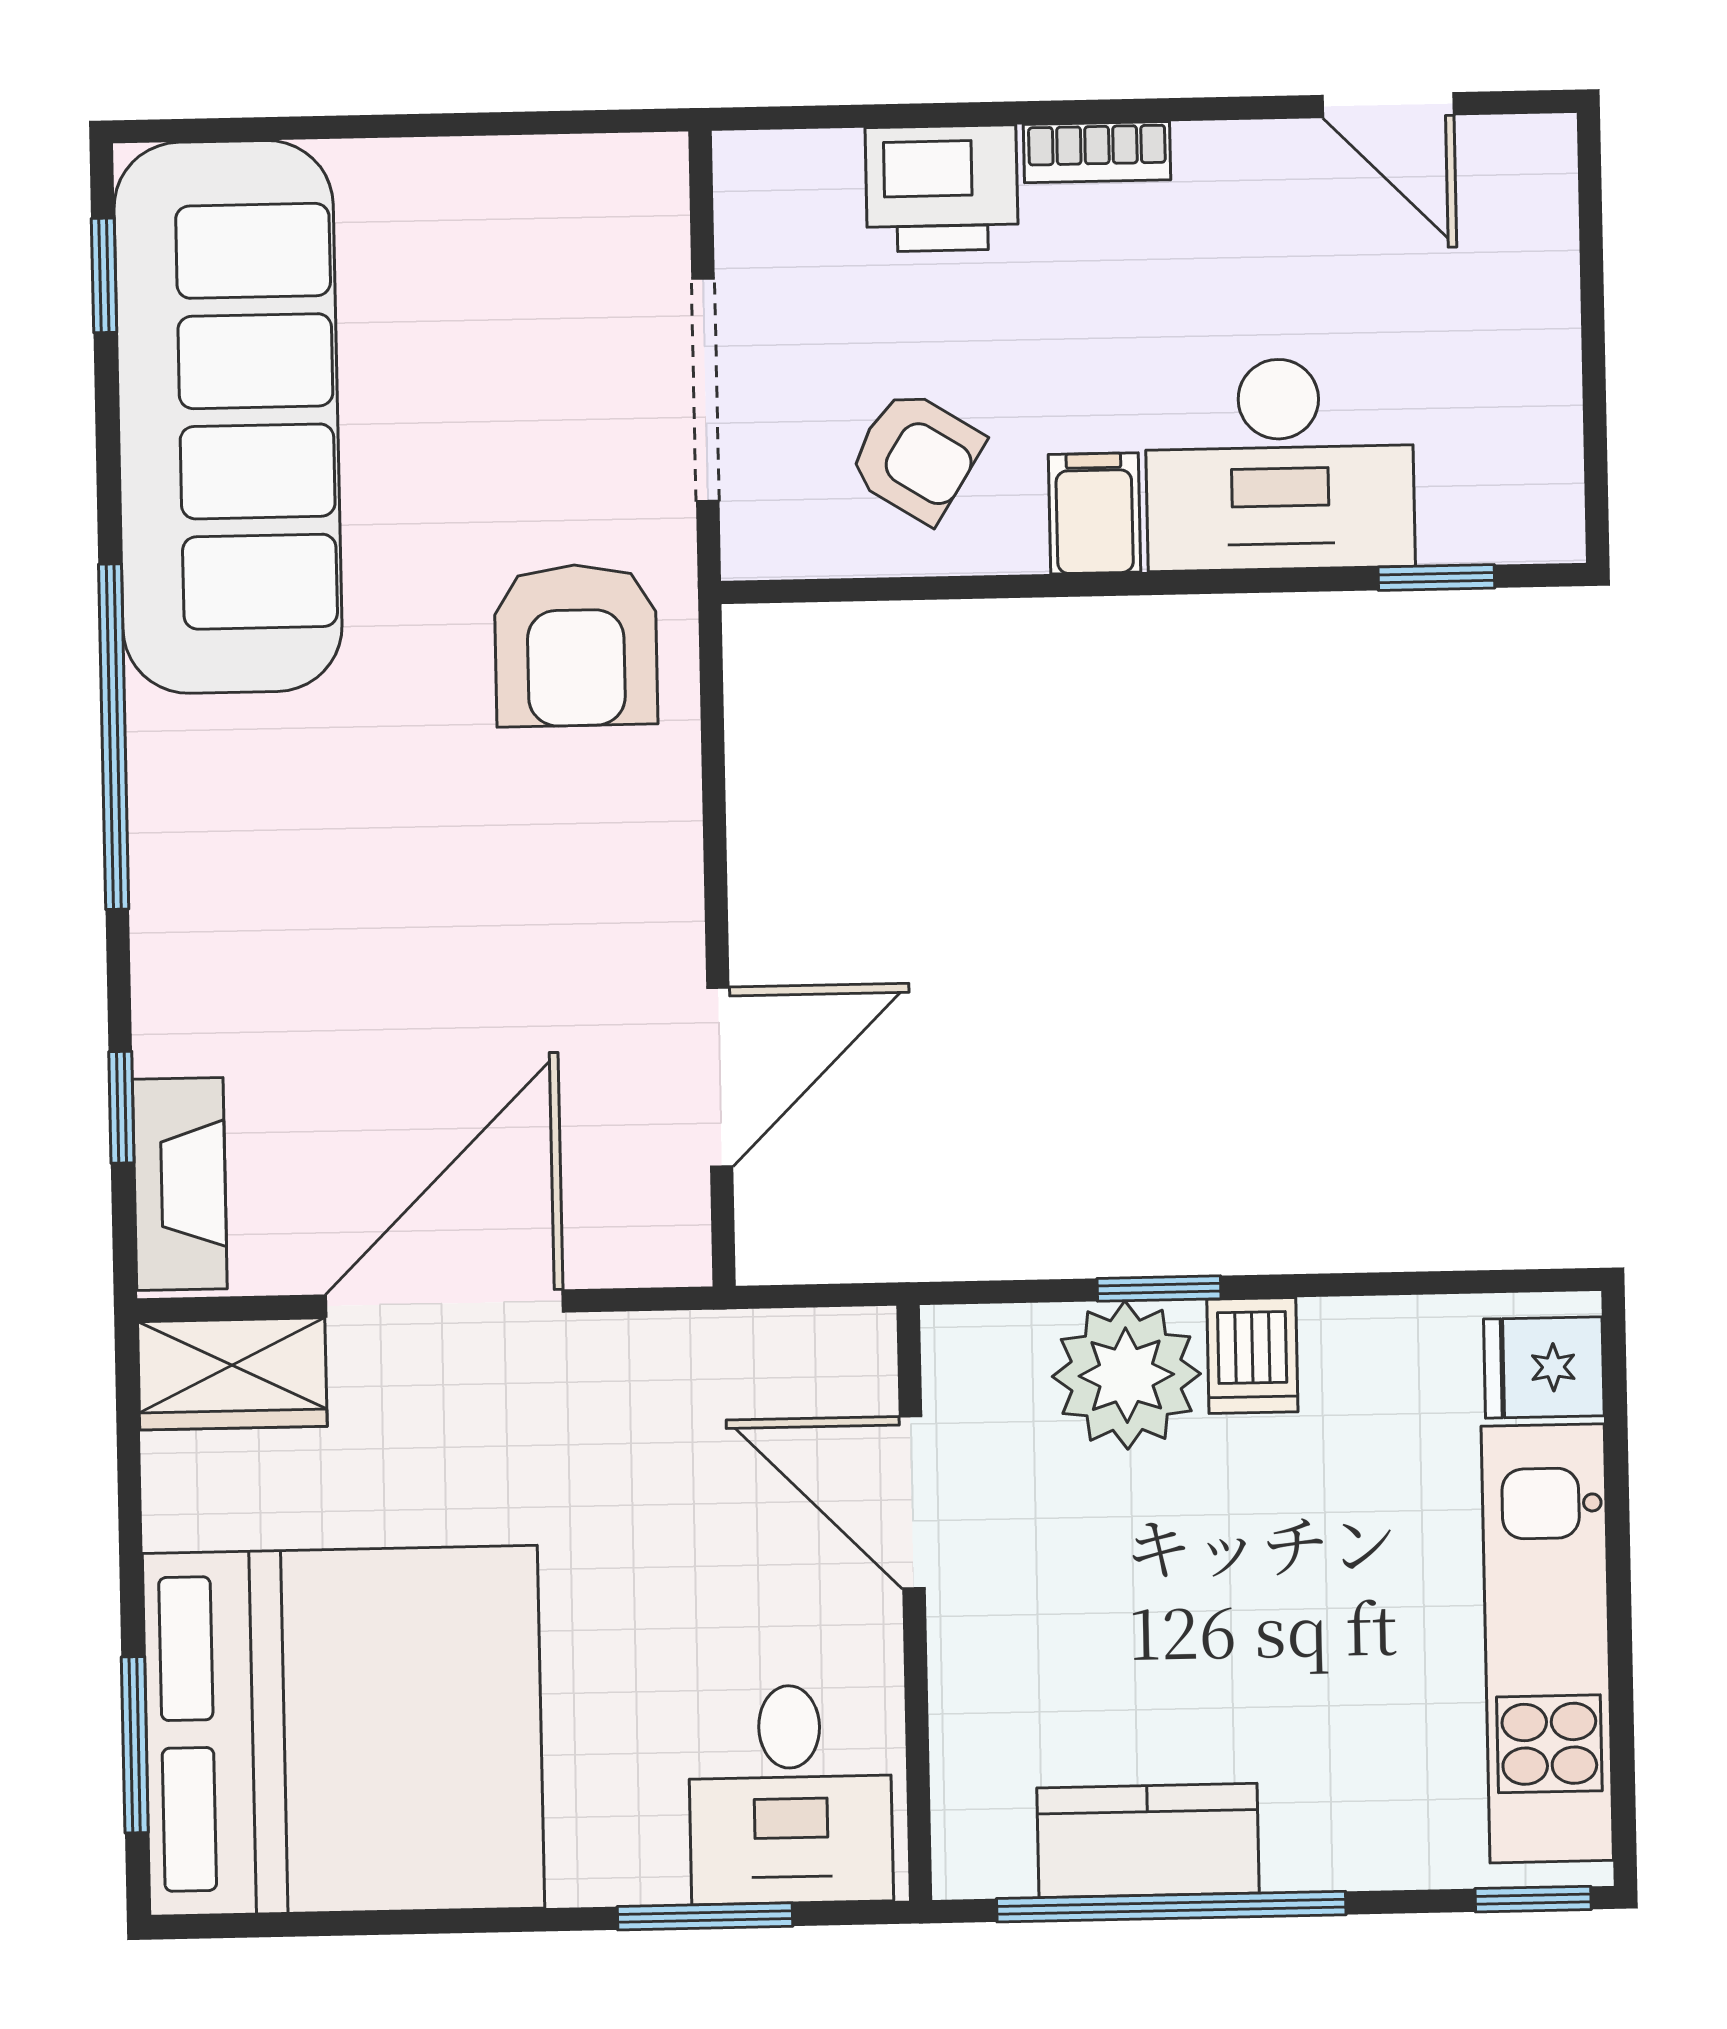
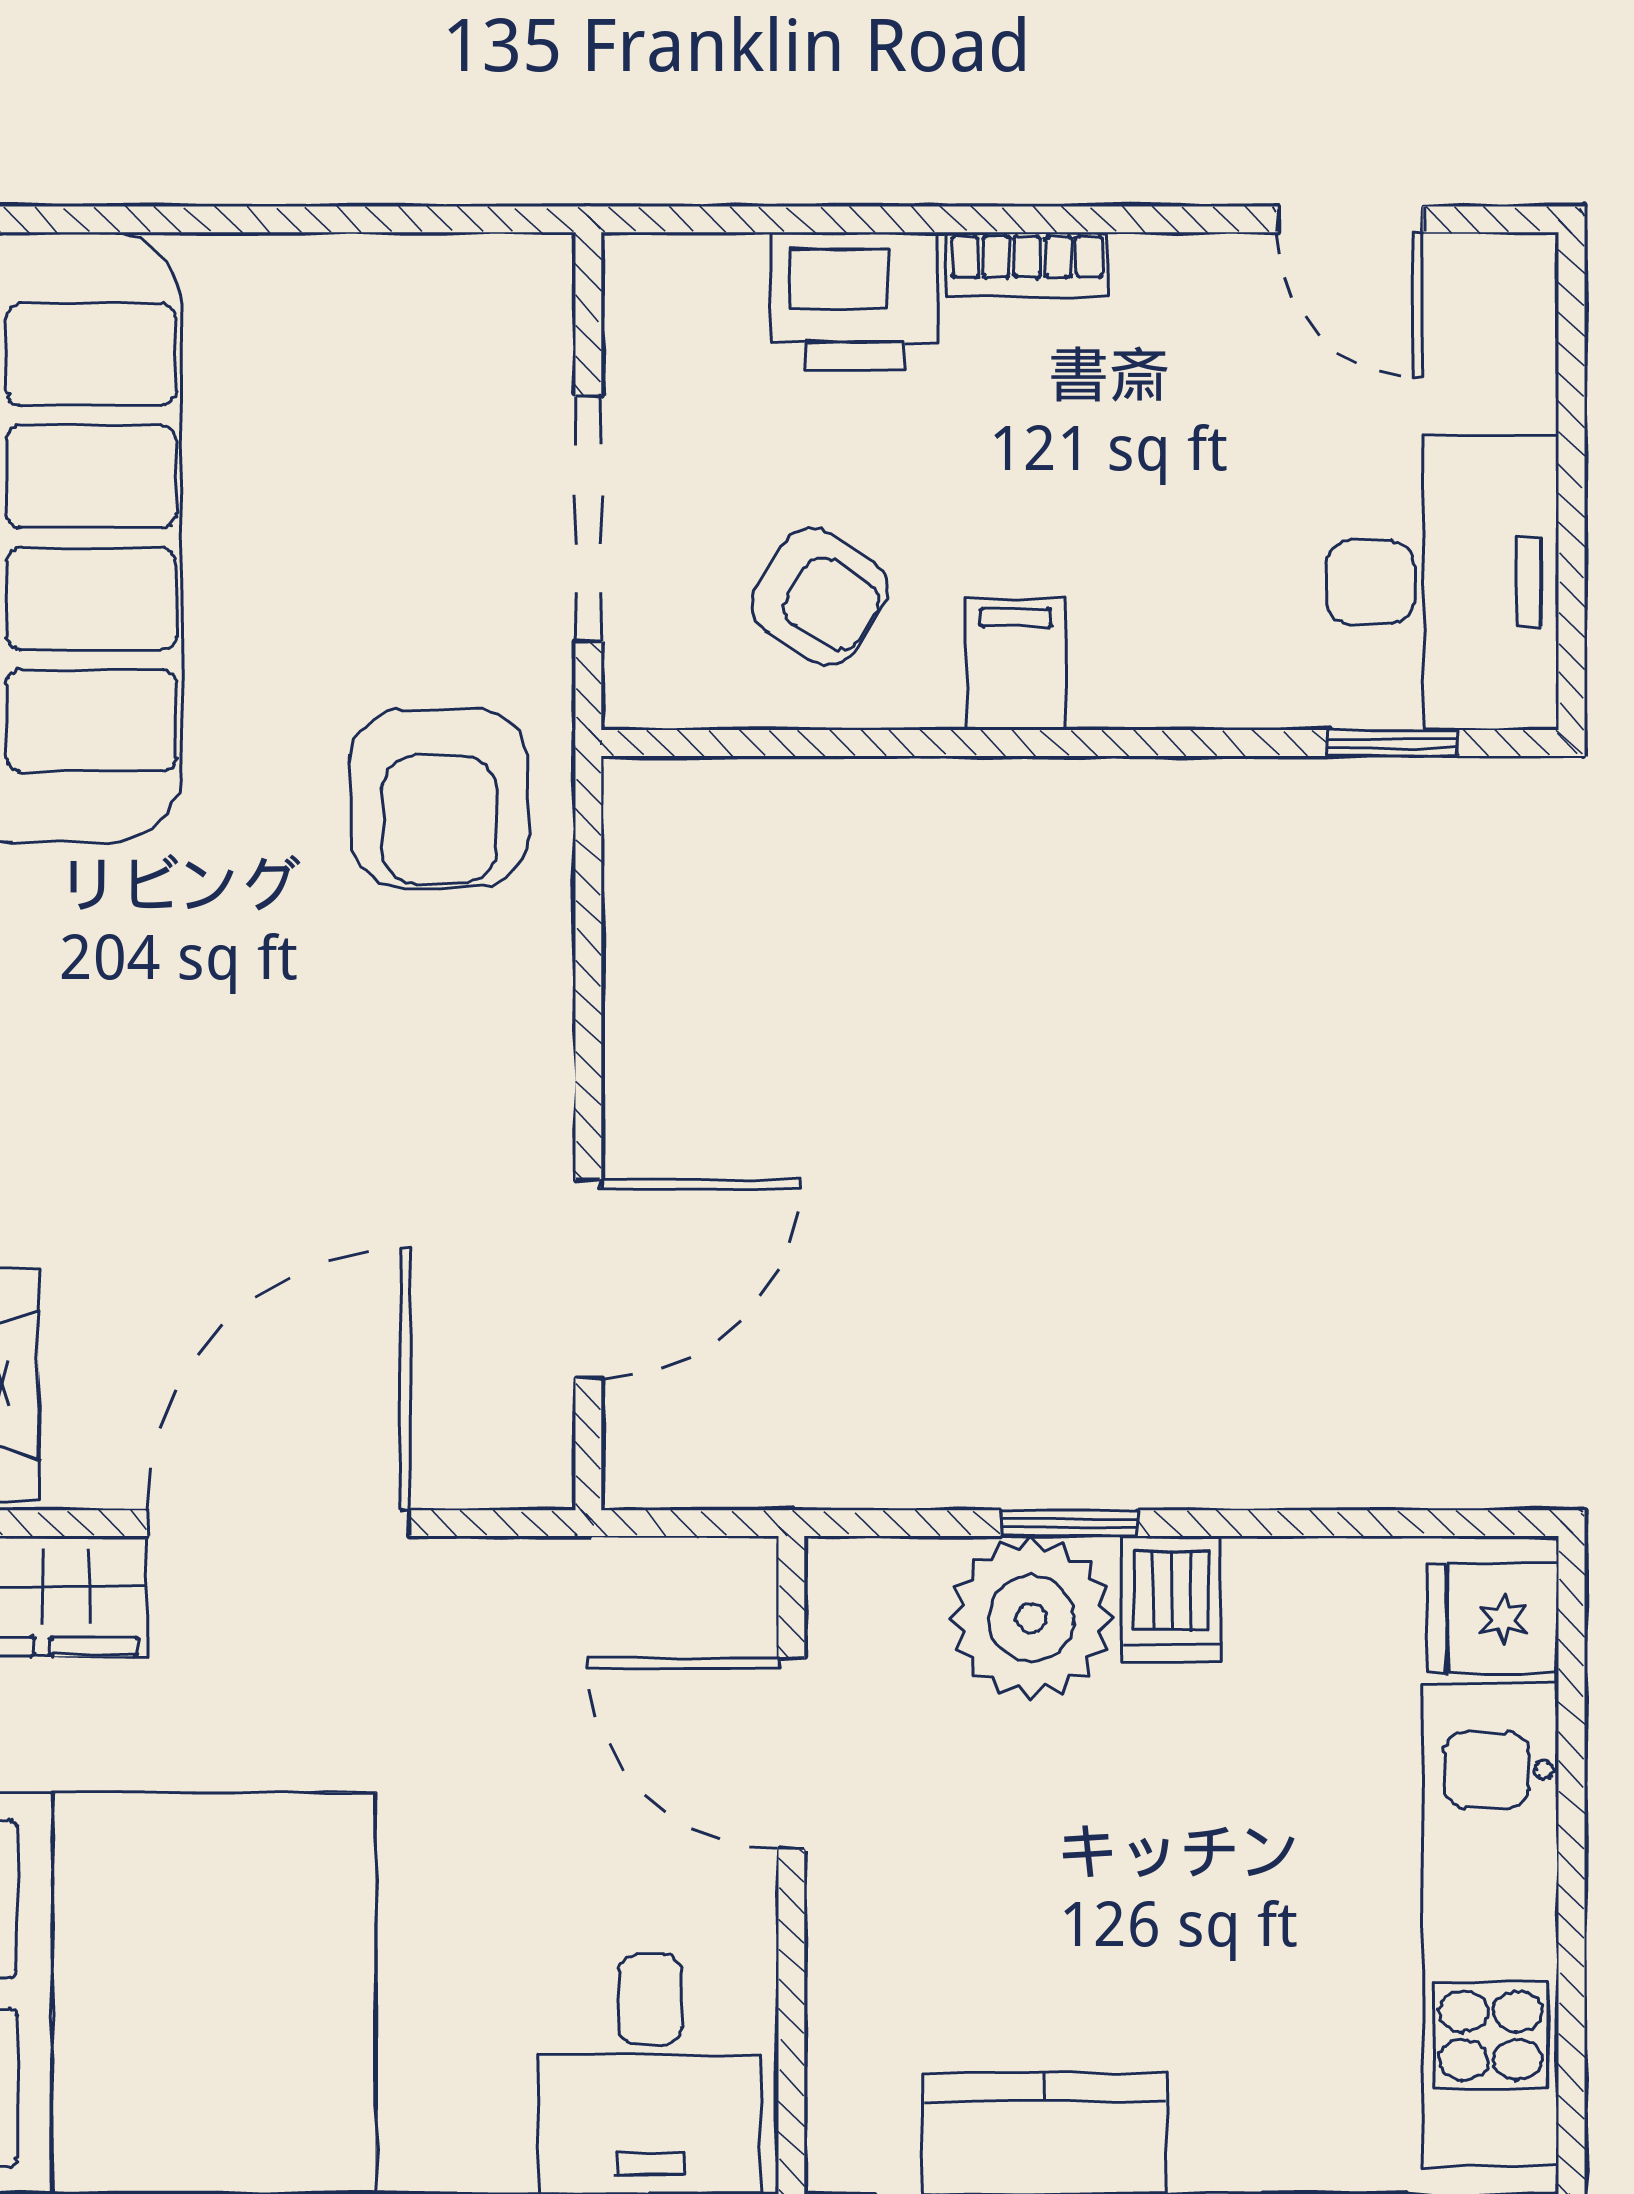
desk: (1280, 464) -> (1443, 582), moved, turned -90

